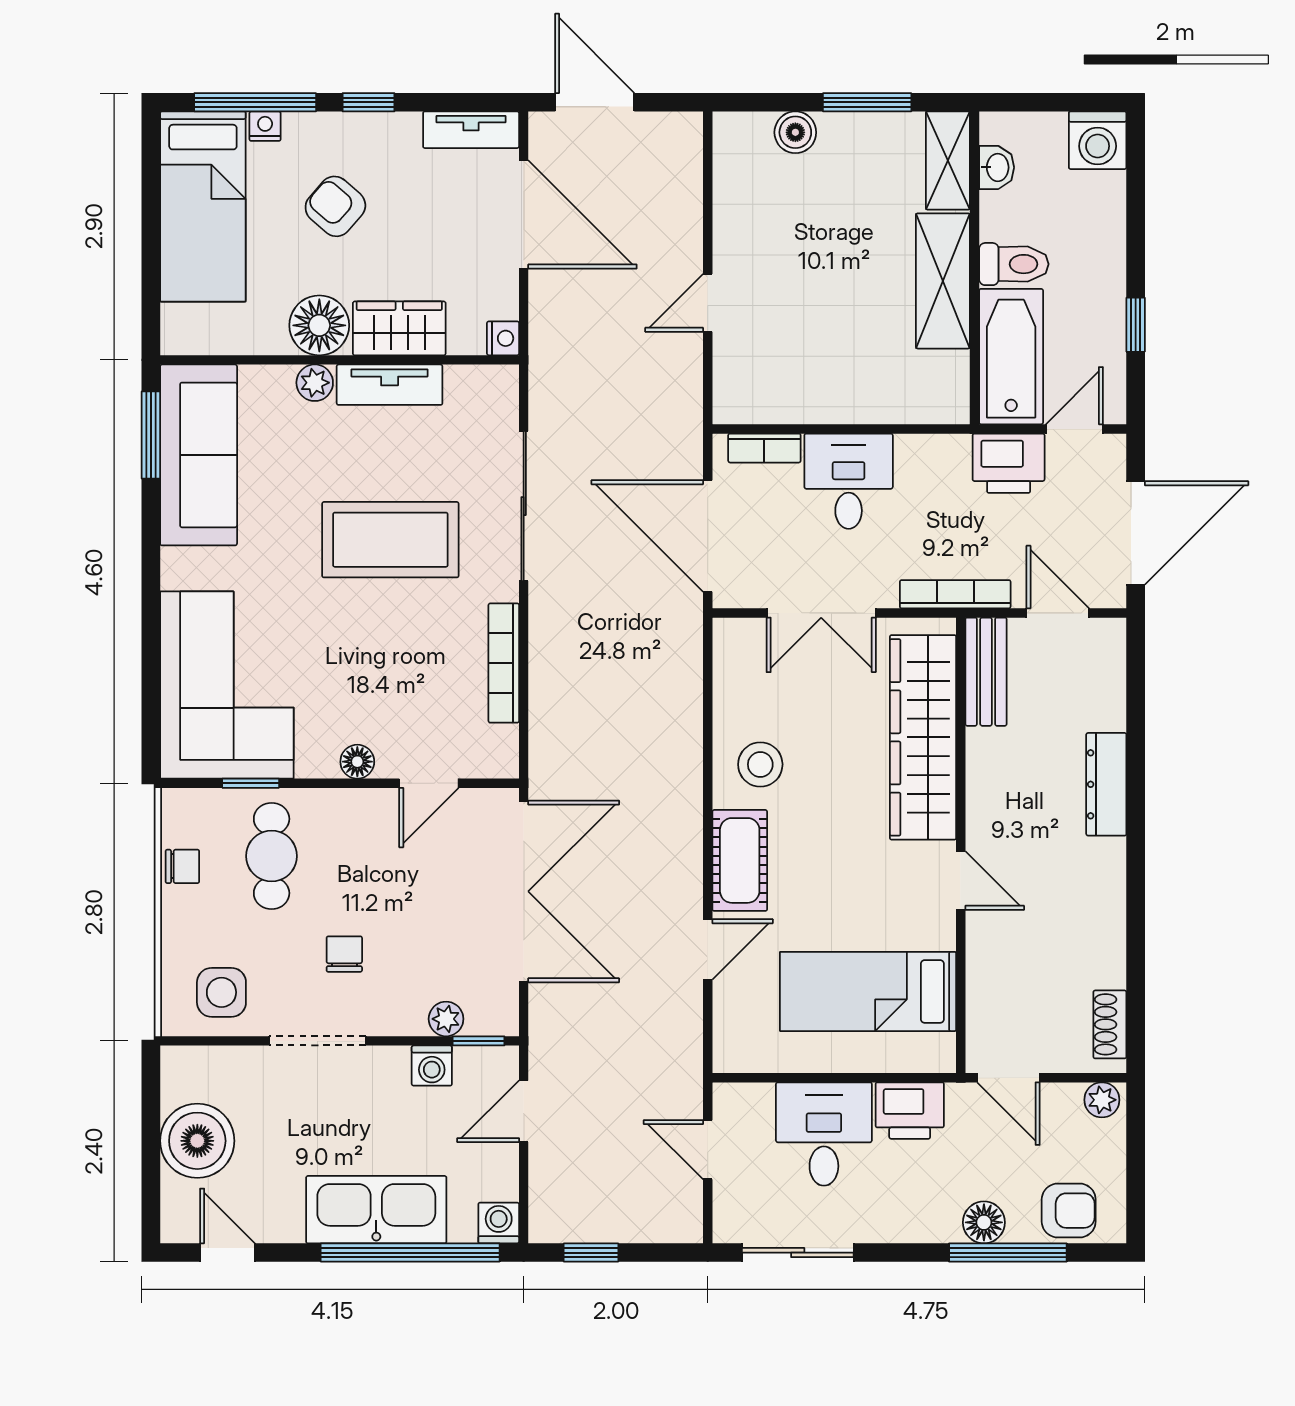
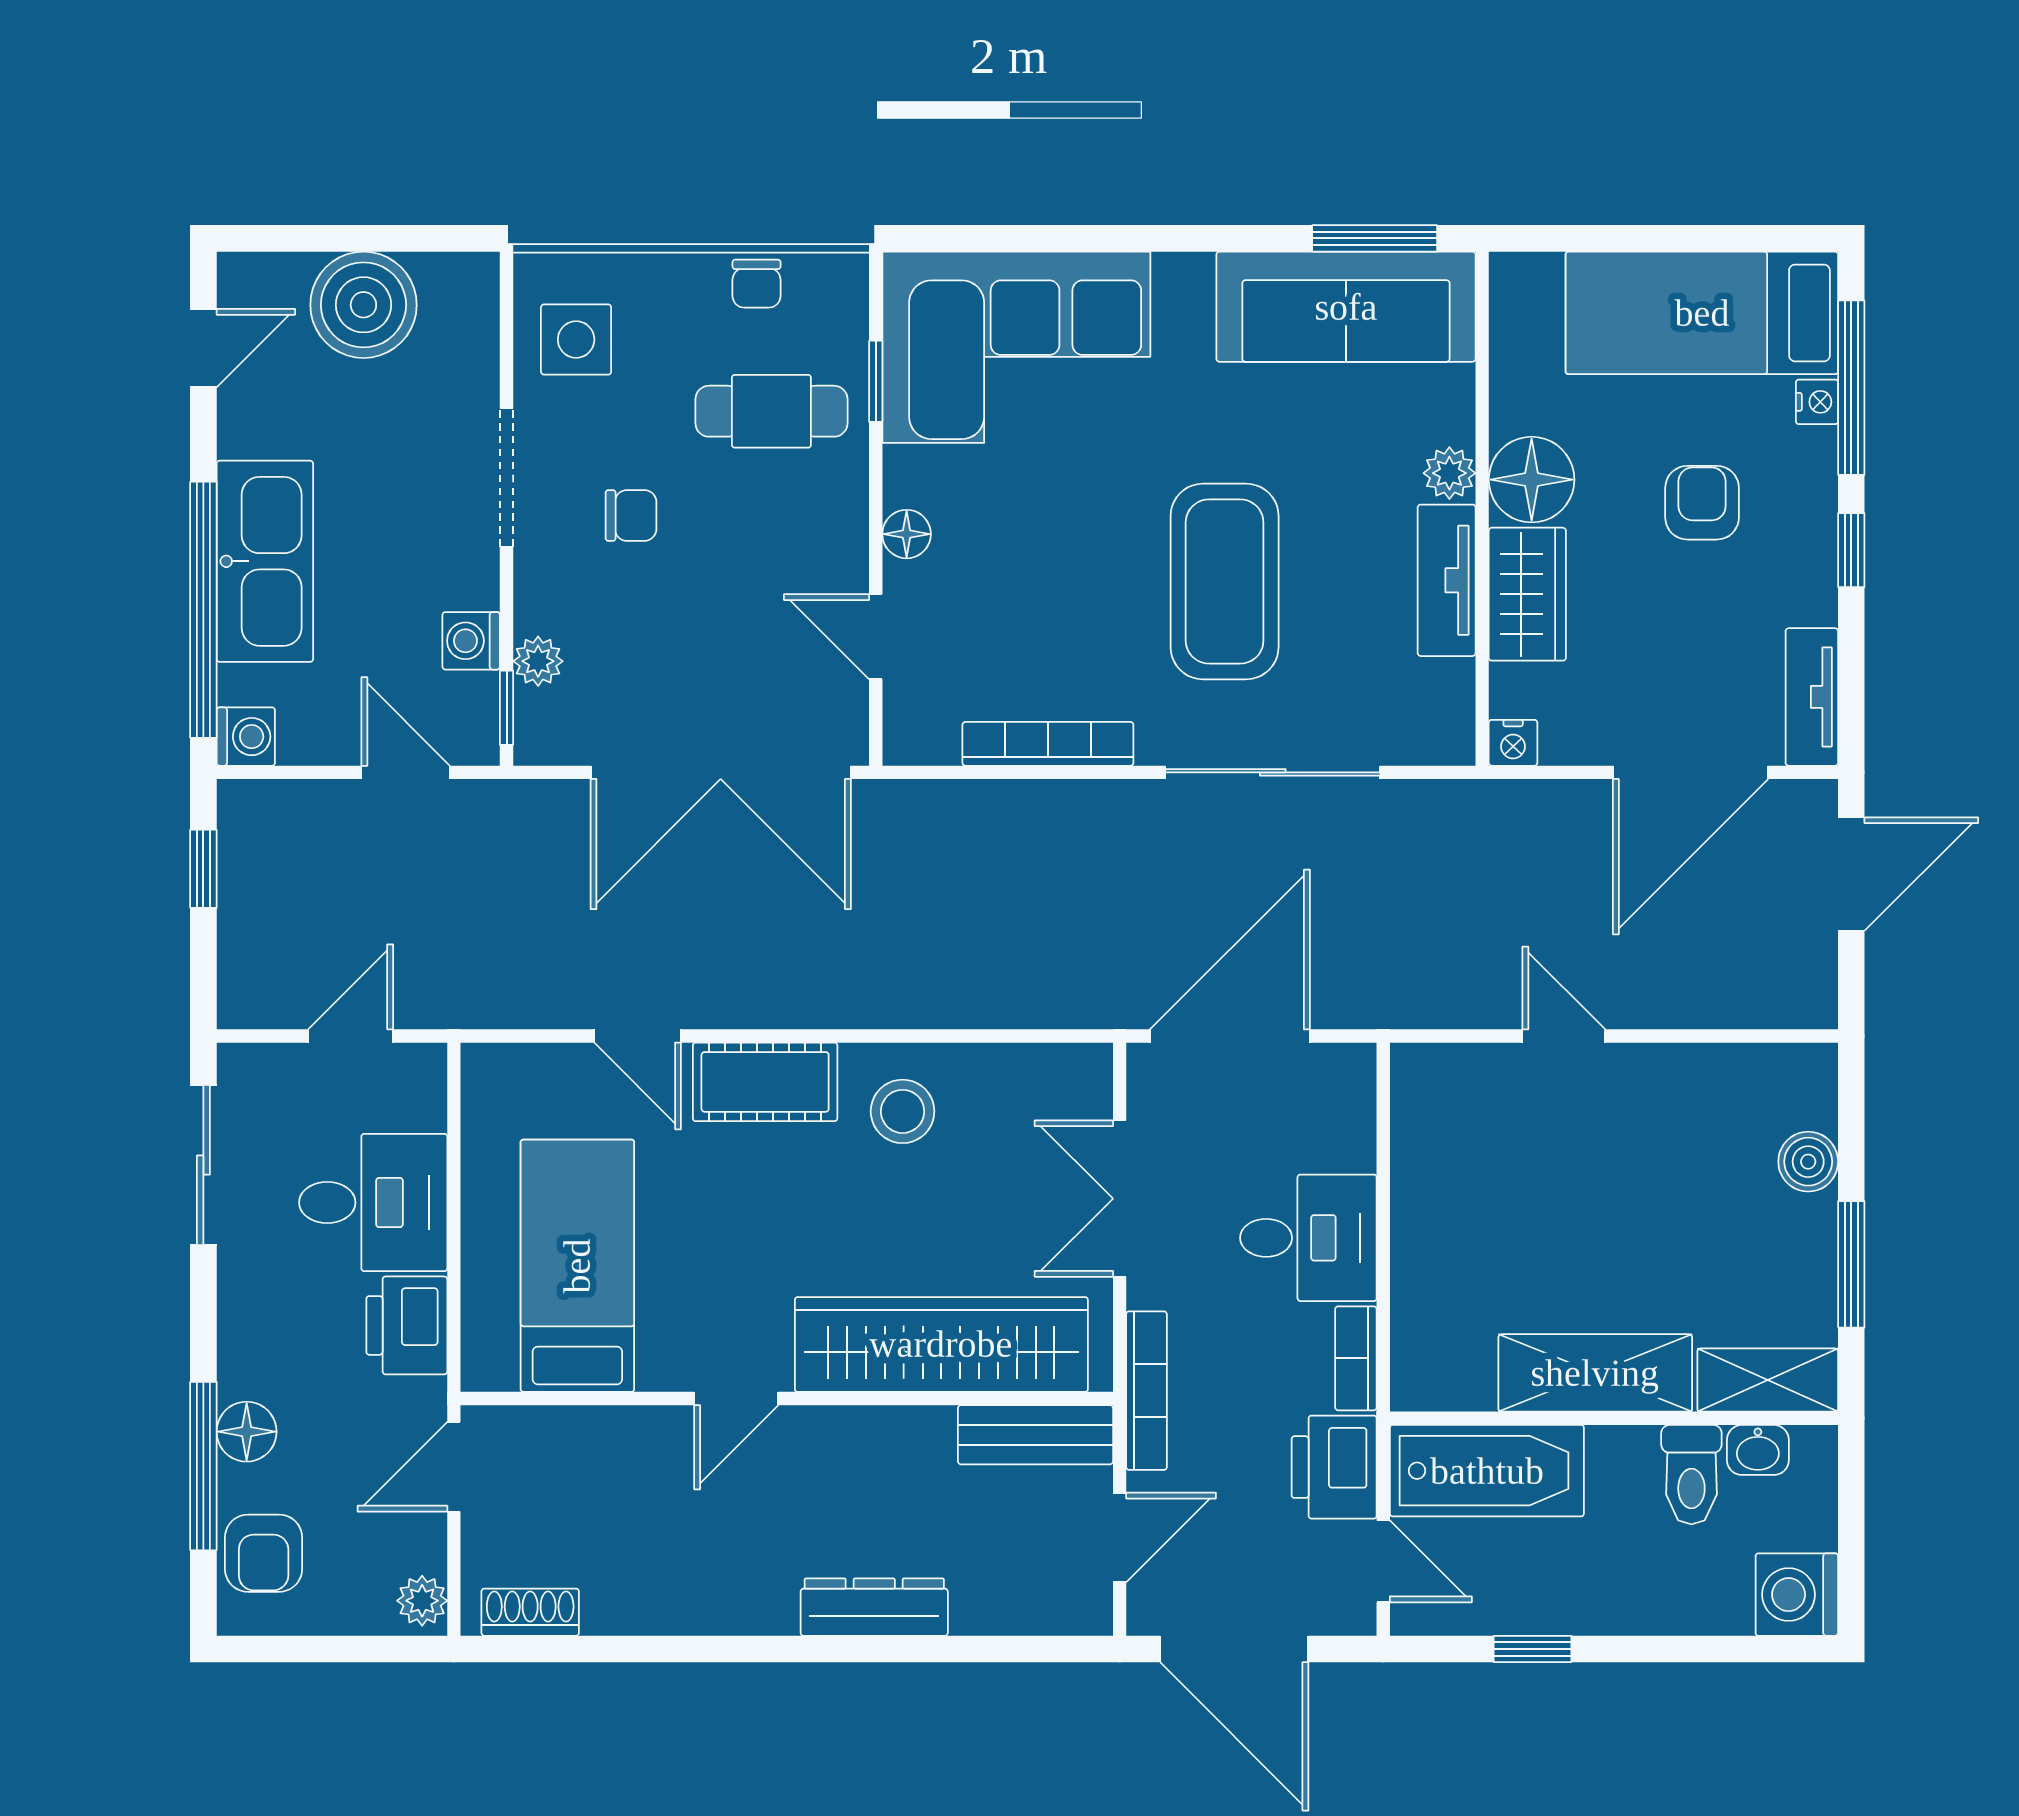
armchair: (335, 206) -> (1702, 503), turned -41
toilet: (1014, 264) -> (1691, 1475), moved
bookcase: (764, 448) -> (1356, 1358), moved

